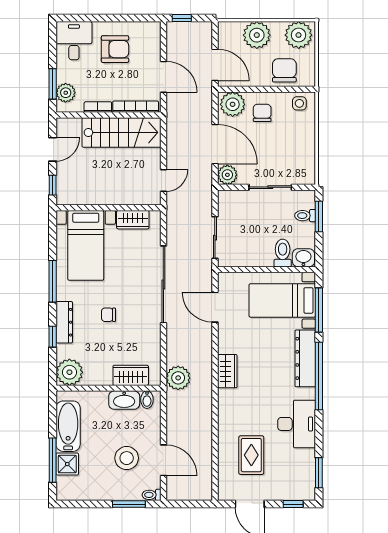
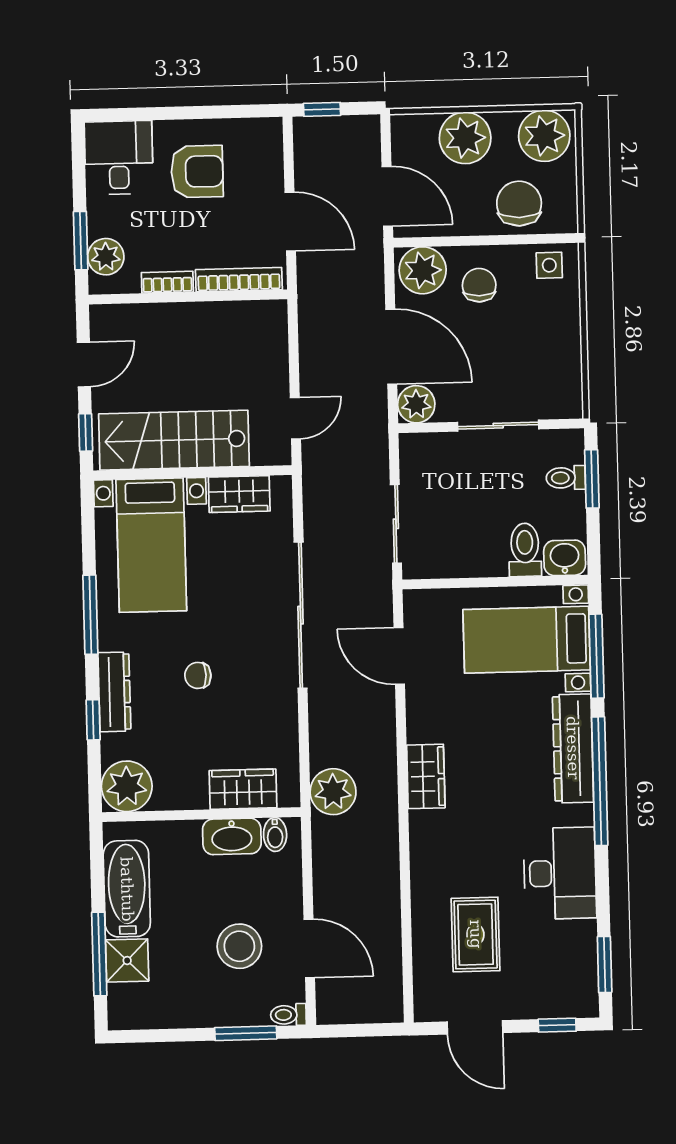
stairs: (121, 132) -> (174, 440), moved, turned 180

